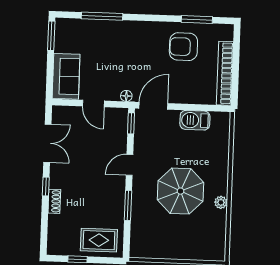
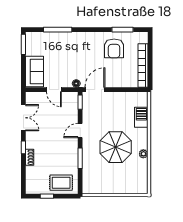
armchair: (183, 47) -> (114, 48), turned -90
barbecue: (195, 120) -> (141, 117), moved, turned 90

